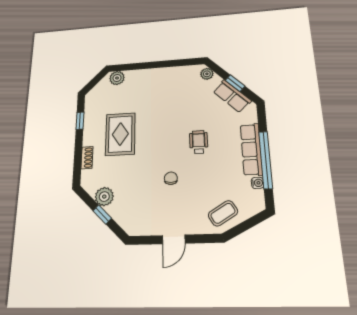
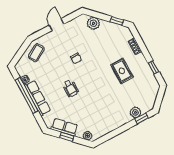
window: (129, 67) -> (142, 118), added
plant: (117, 78) -> (135, 112), moved
rug: (120, 134) -> (122, 71), width x0.73, depth x0.70
plant: (104, 197) -> (93, 23), moved
window: (102, 215) -> (117, 21), moved

